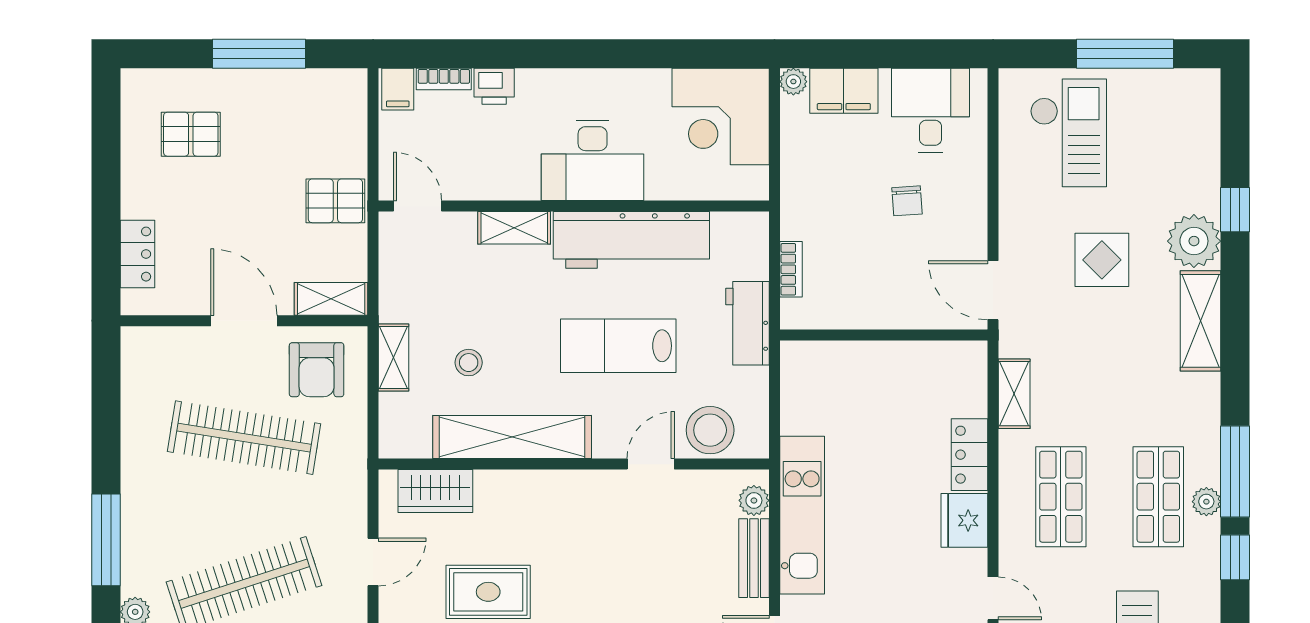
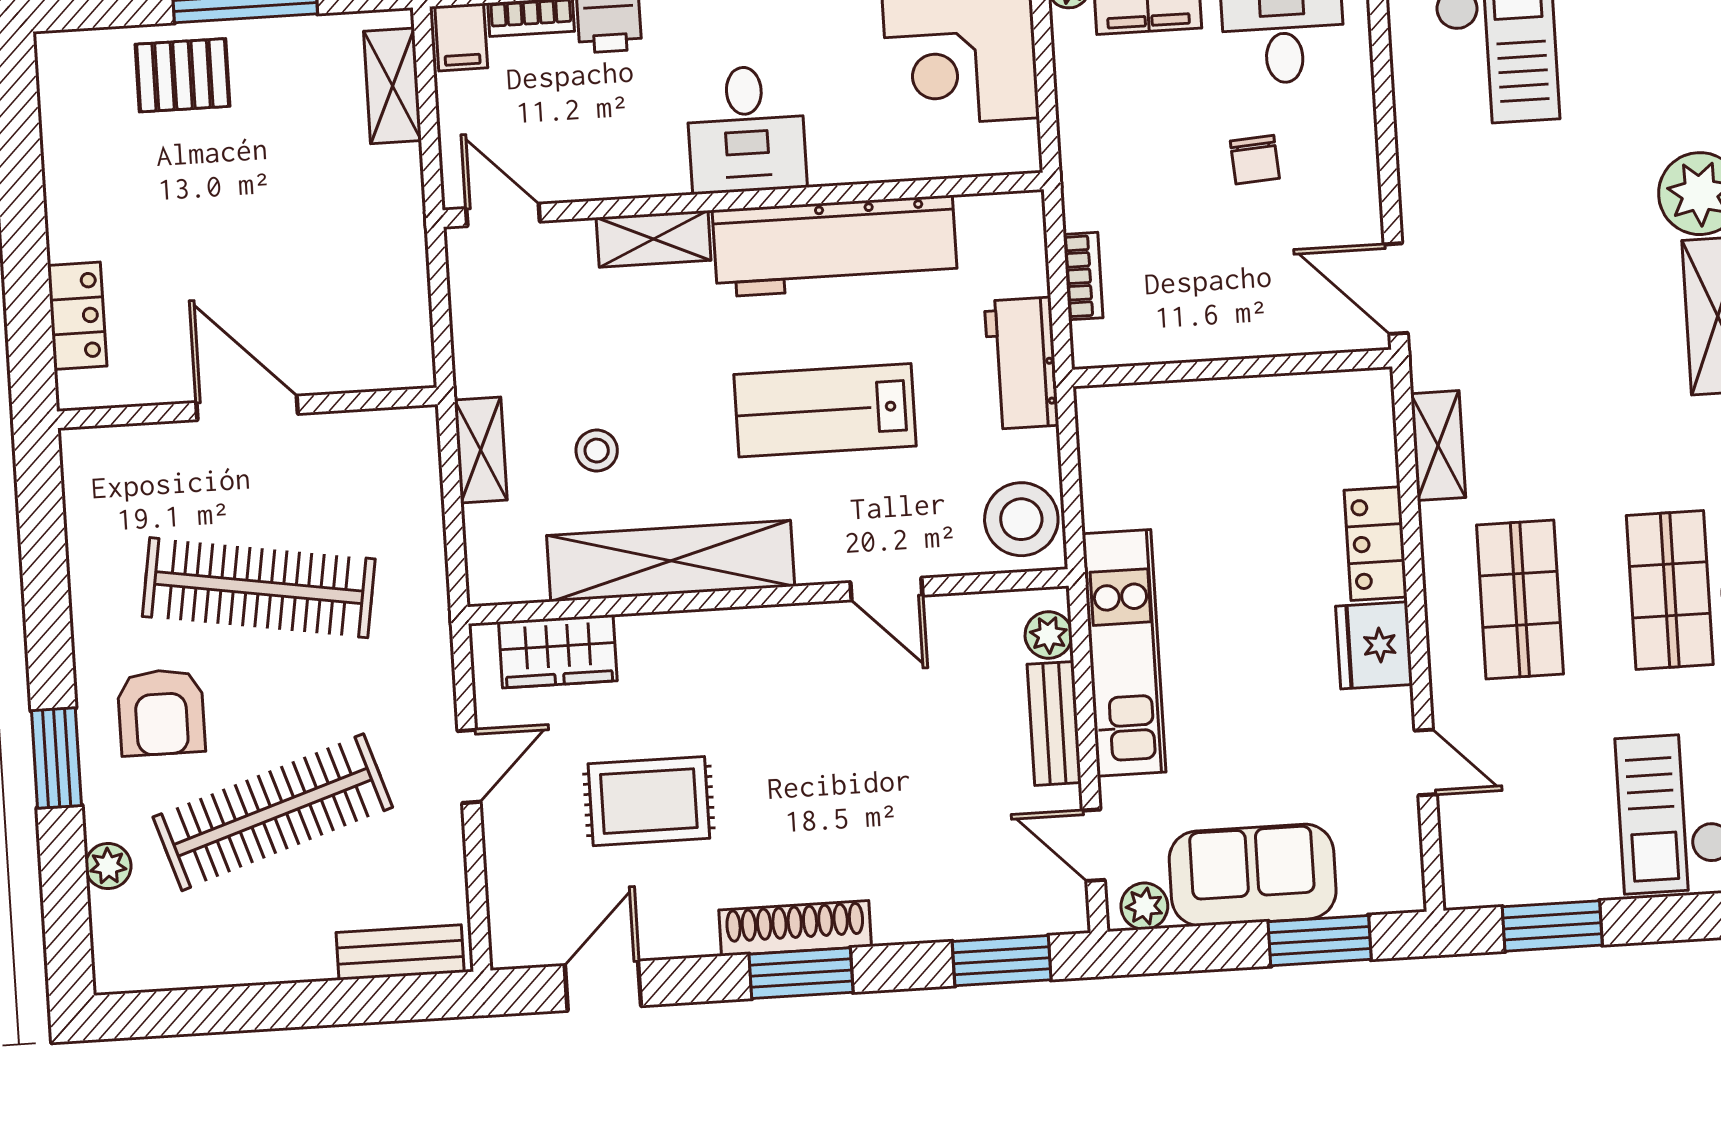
pallet: (191, 134) -> (183, 75), moved
desk: (593, 160) -> (746, 129), width x0.73
pallet: (335, 201) -> (376, 215), removed
display table: (1102, 260) -> (1560, 231), removed
shelving: (331, 299) -> (392, 86), moved, turned 90
armchair: (317, 370) -> (161, 712), moved
stool: (710, 430) -> (1021, 519), moved
door: (651, 464) -> (886, 589), swing flipped
window: (106, 540) -> (56, 758), width x0.69

